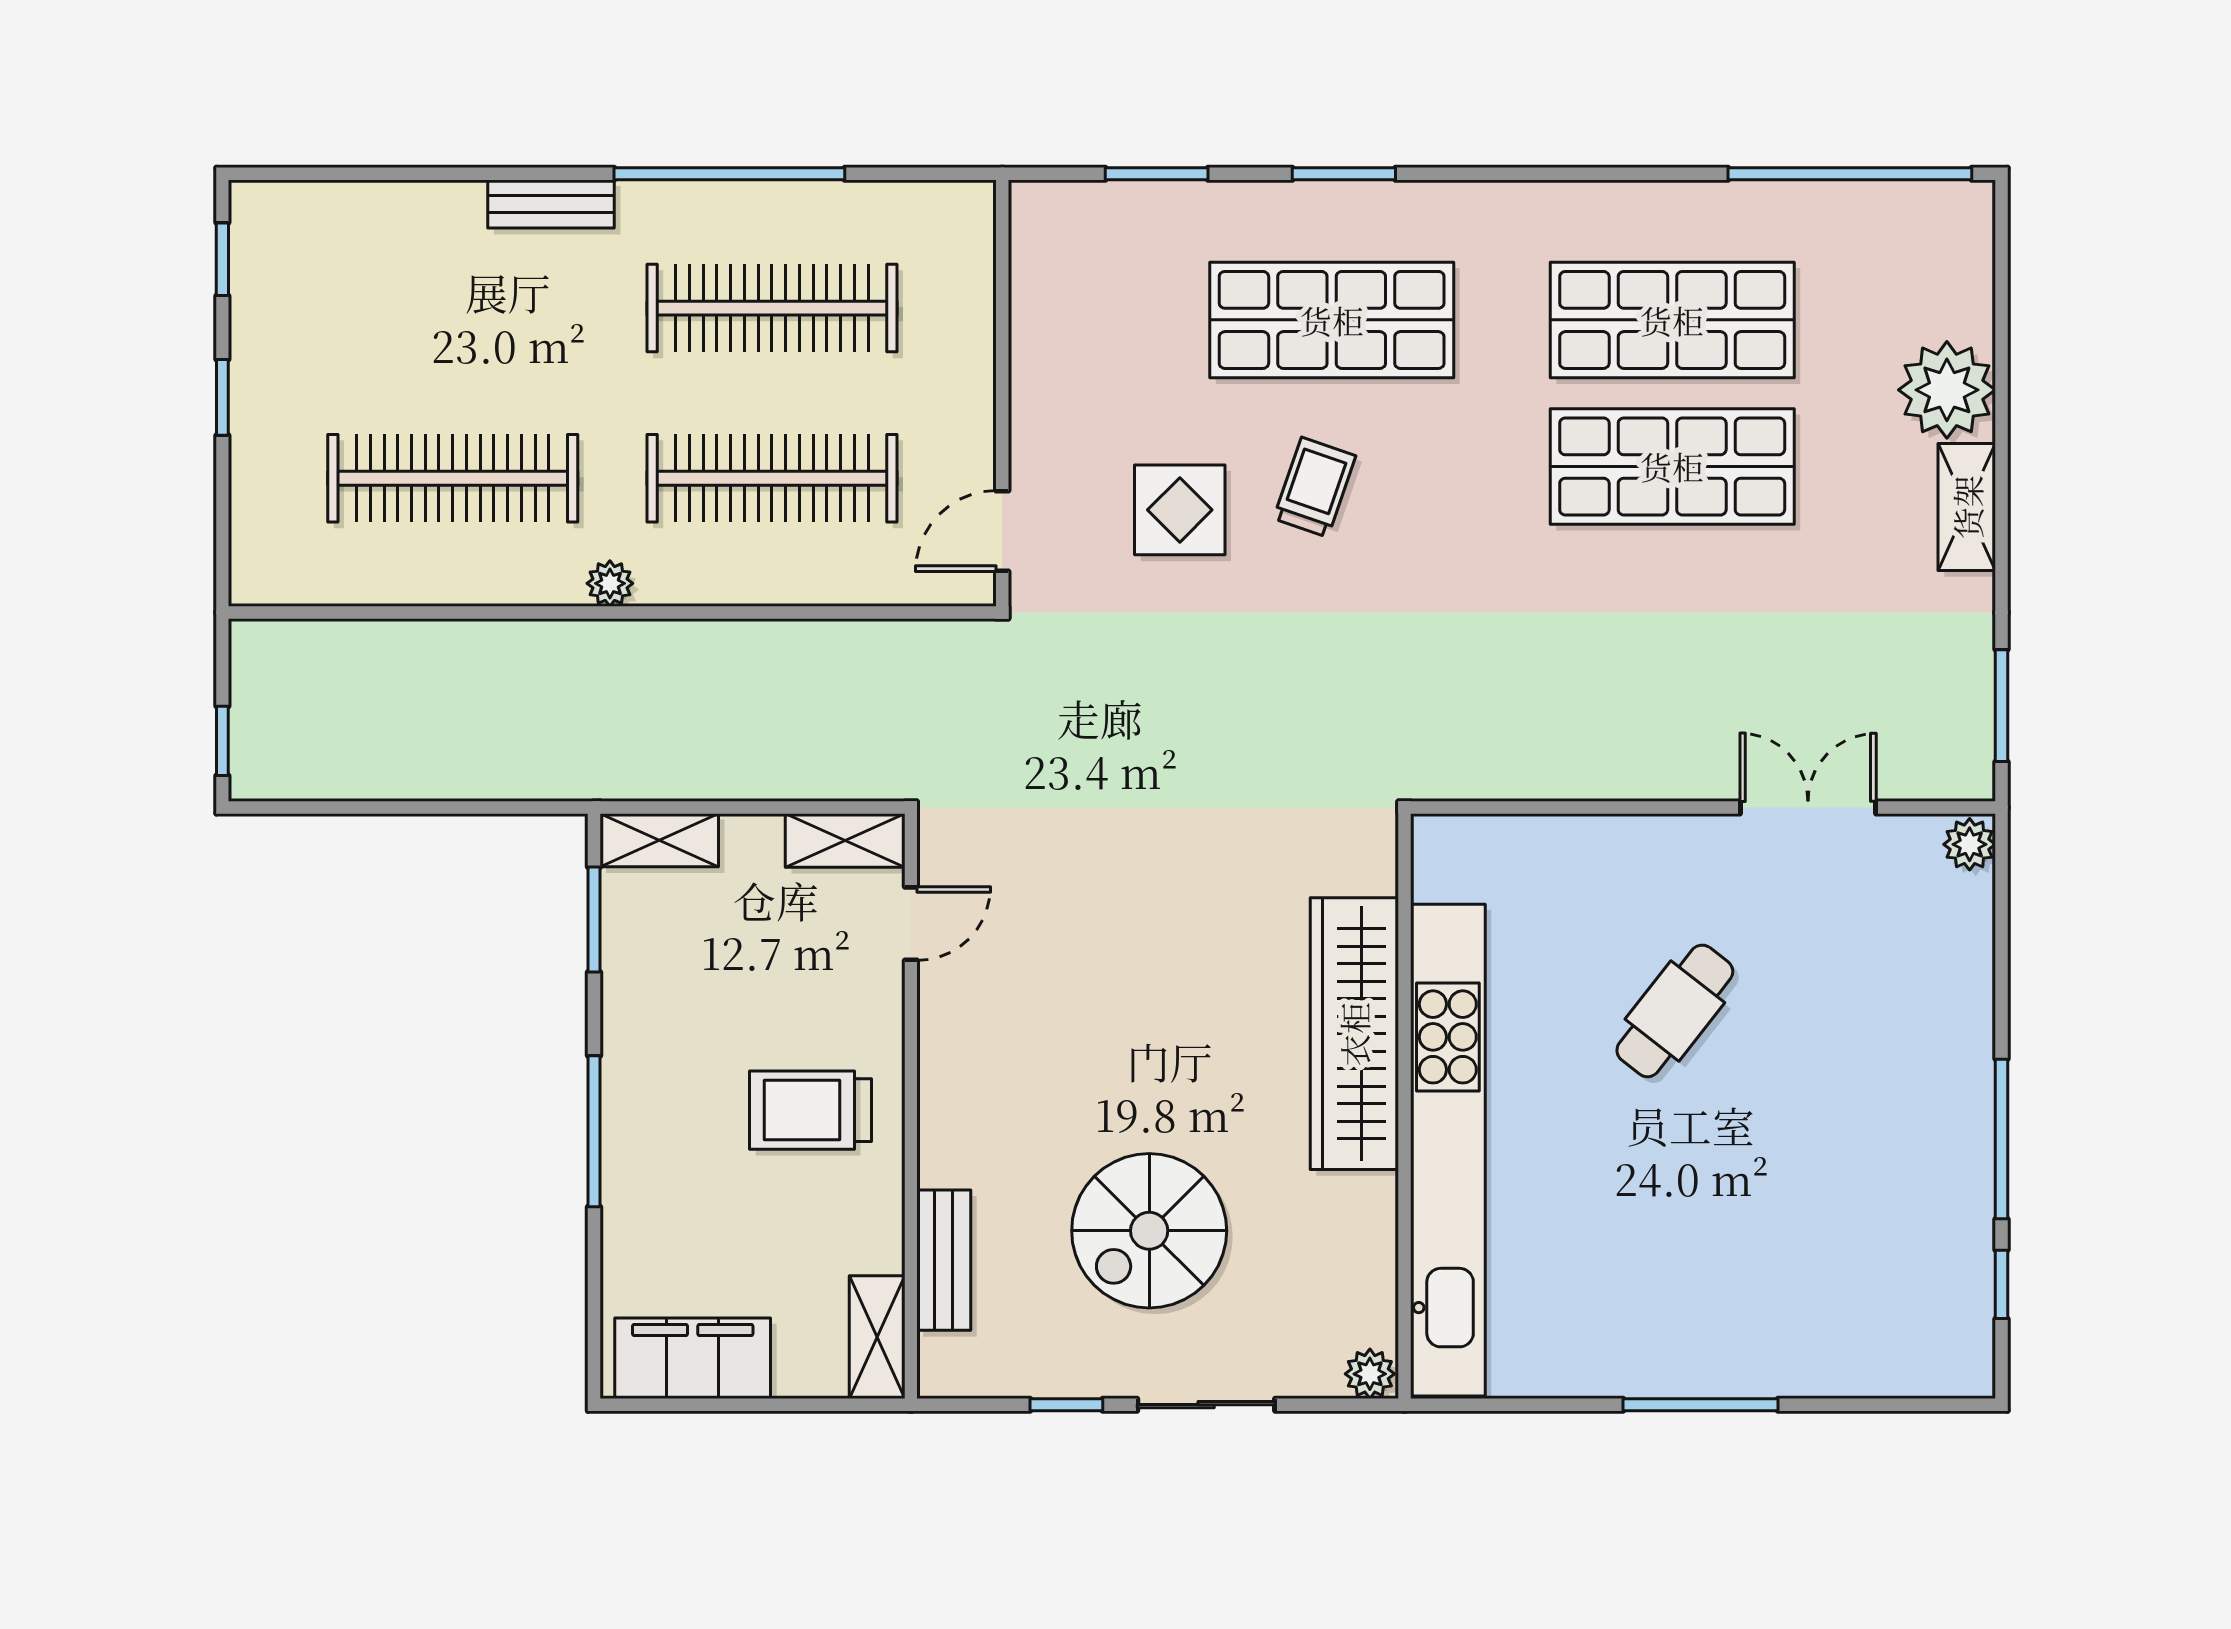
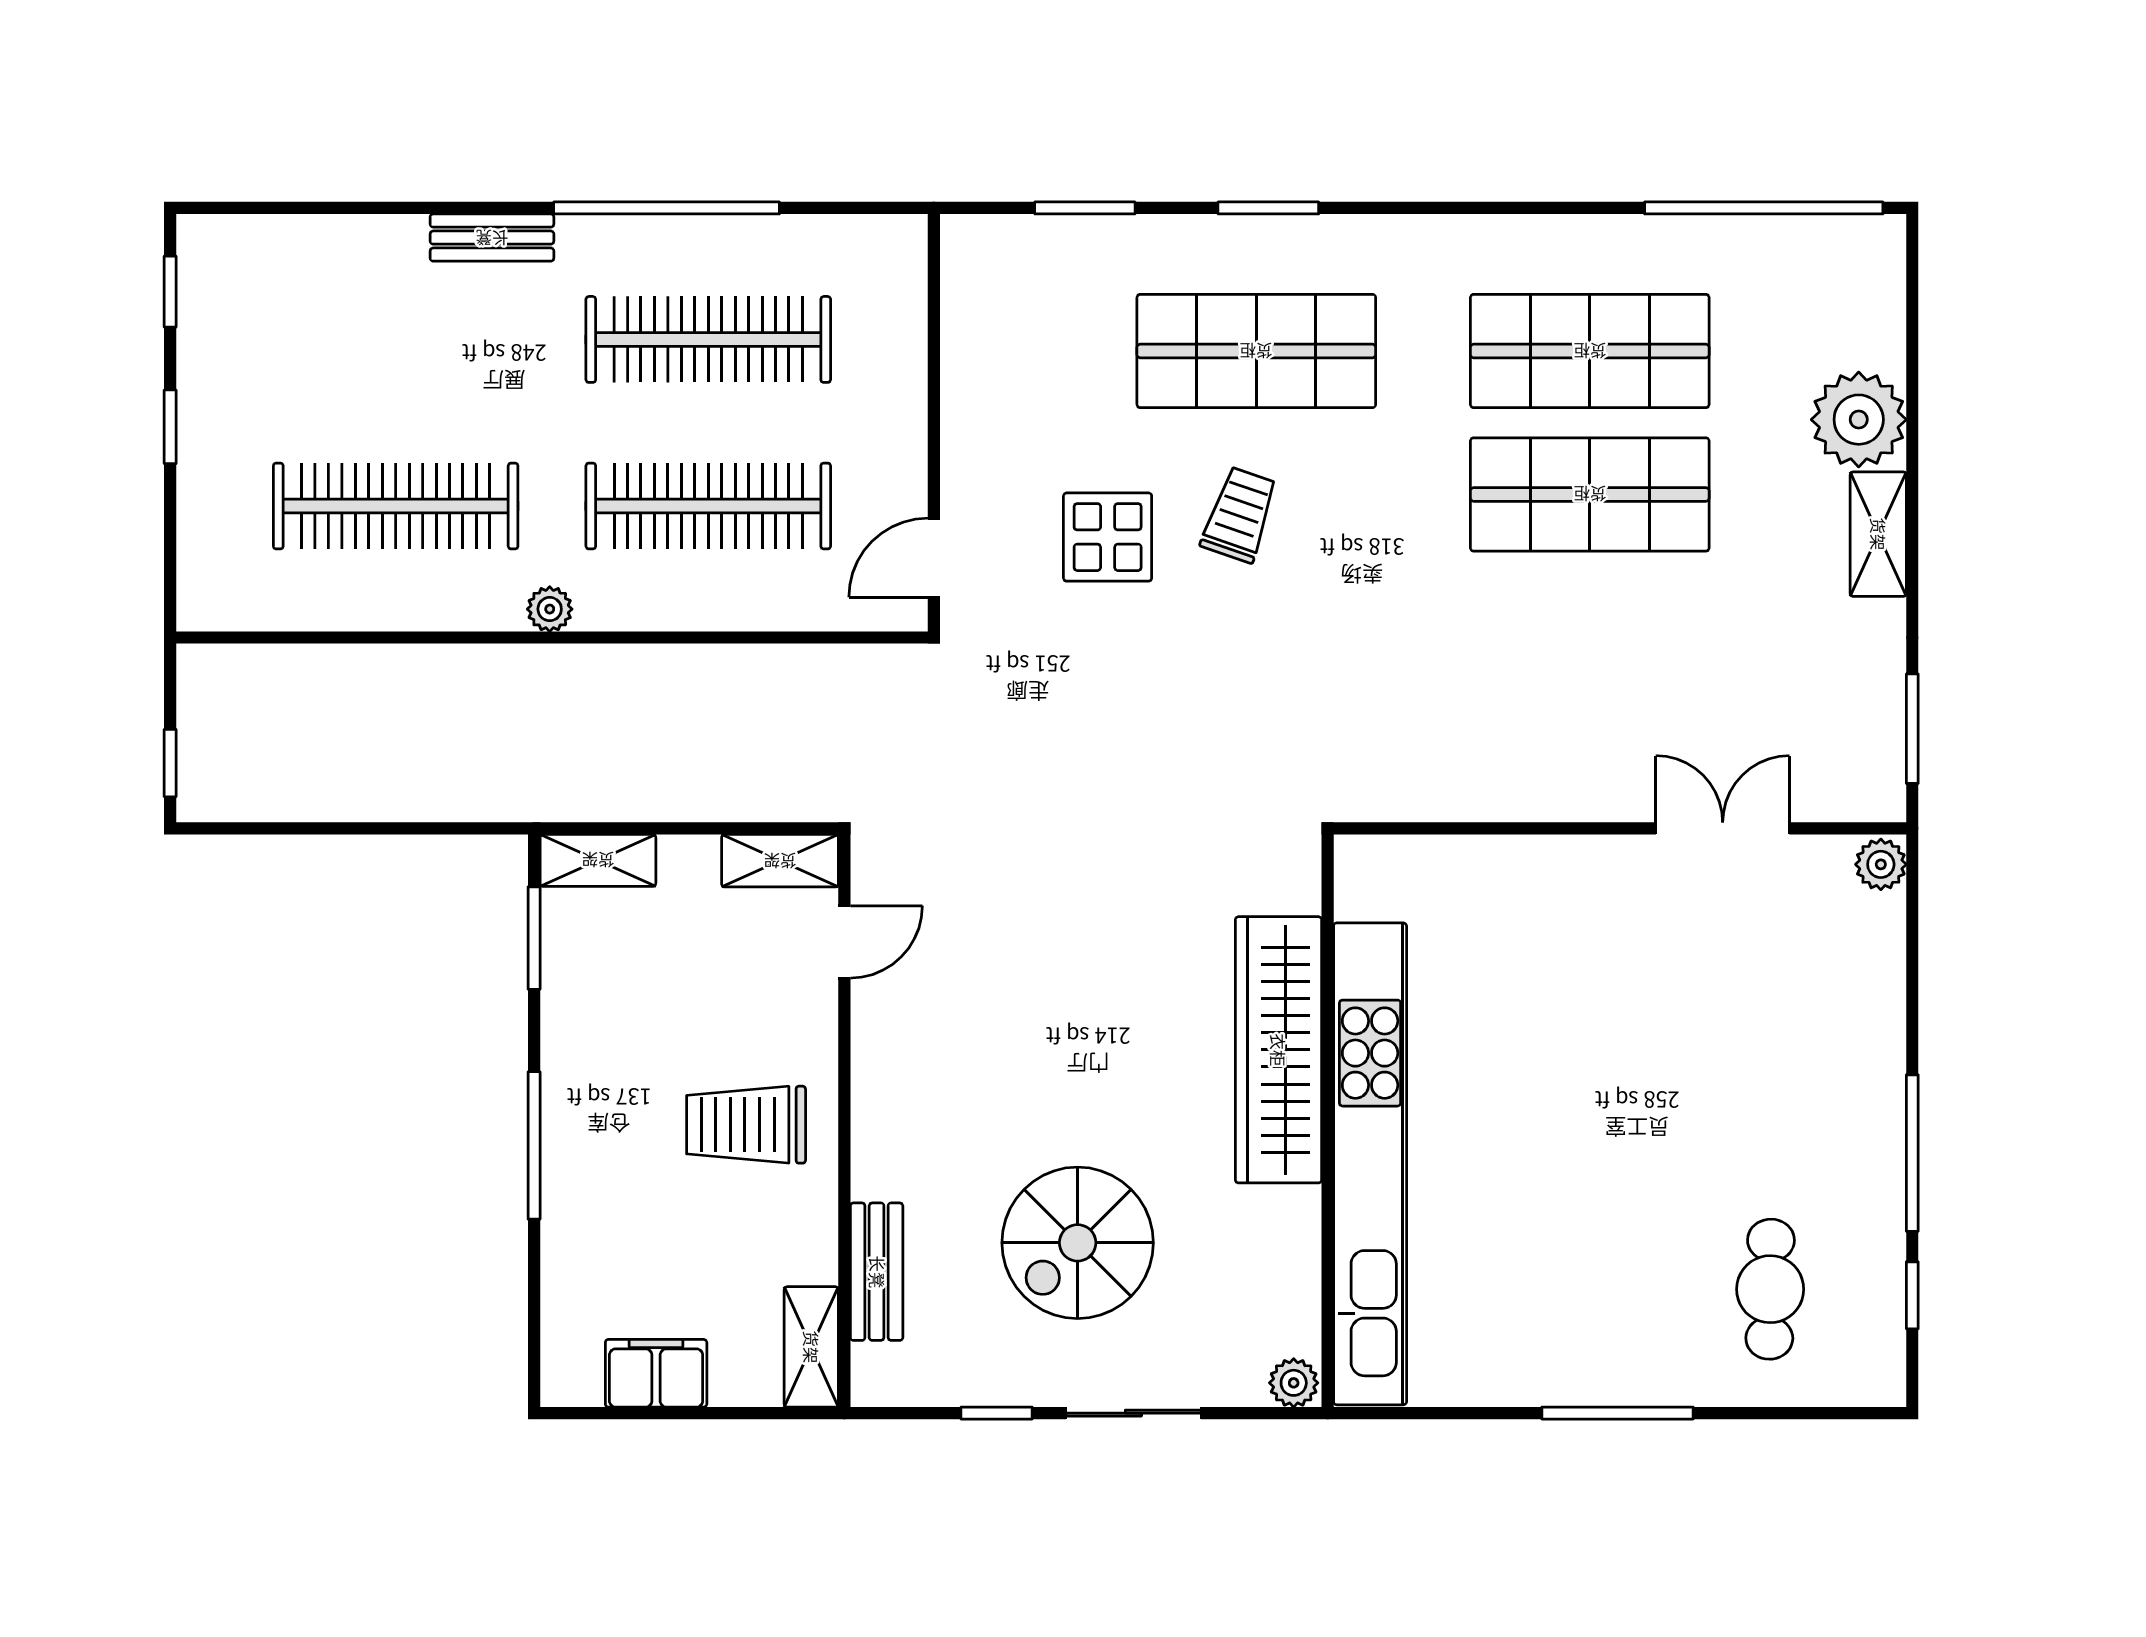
cafe table: (1675, 1011) -> (1770, 1289), moved, turned -37
filing cabinet: (693, 1358) -> (656, 1373), width x0.67, depth x0.86

